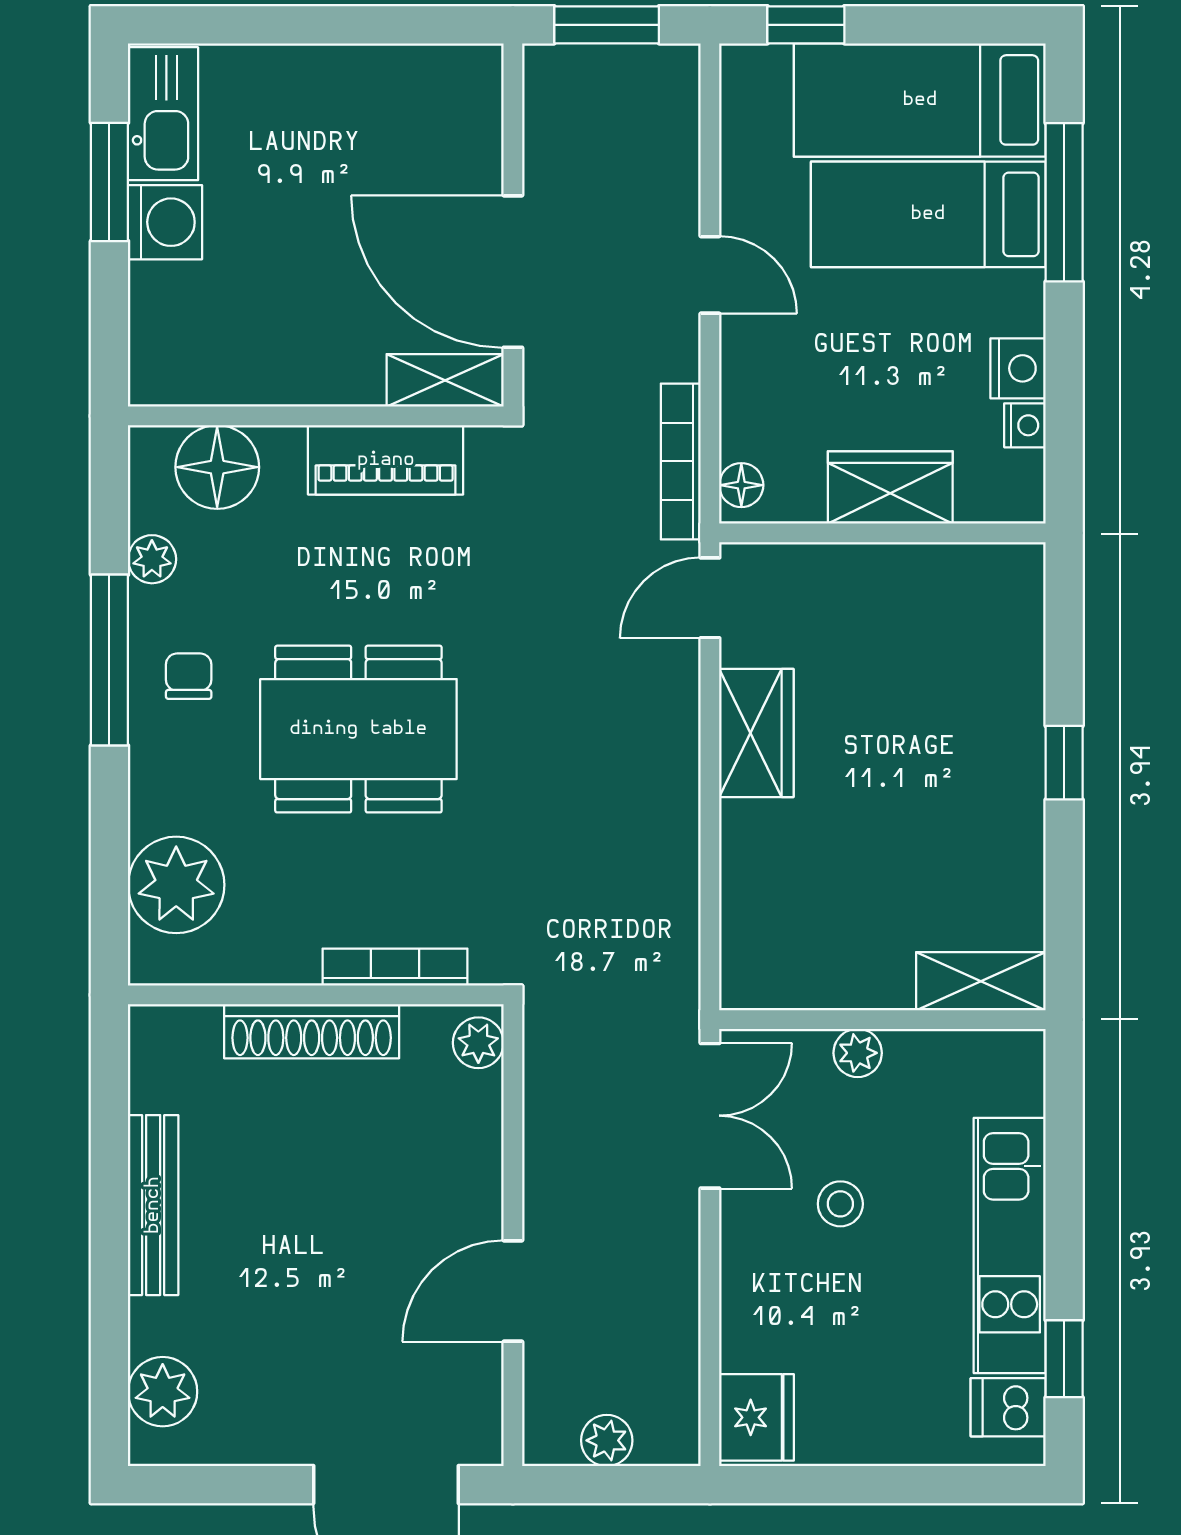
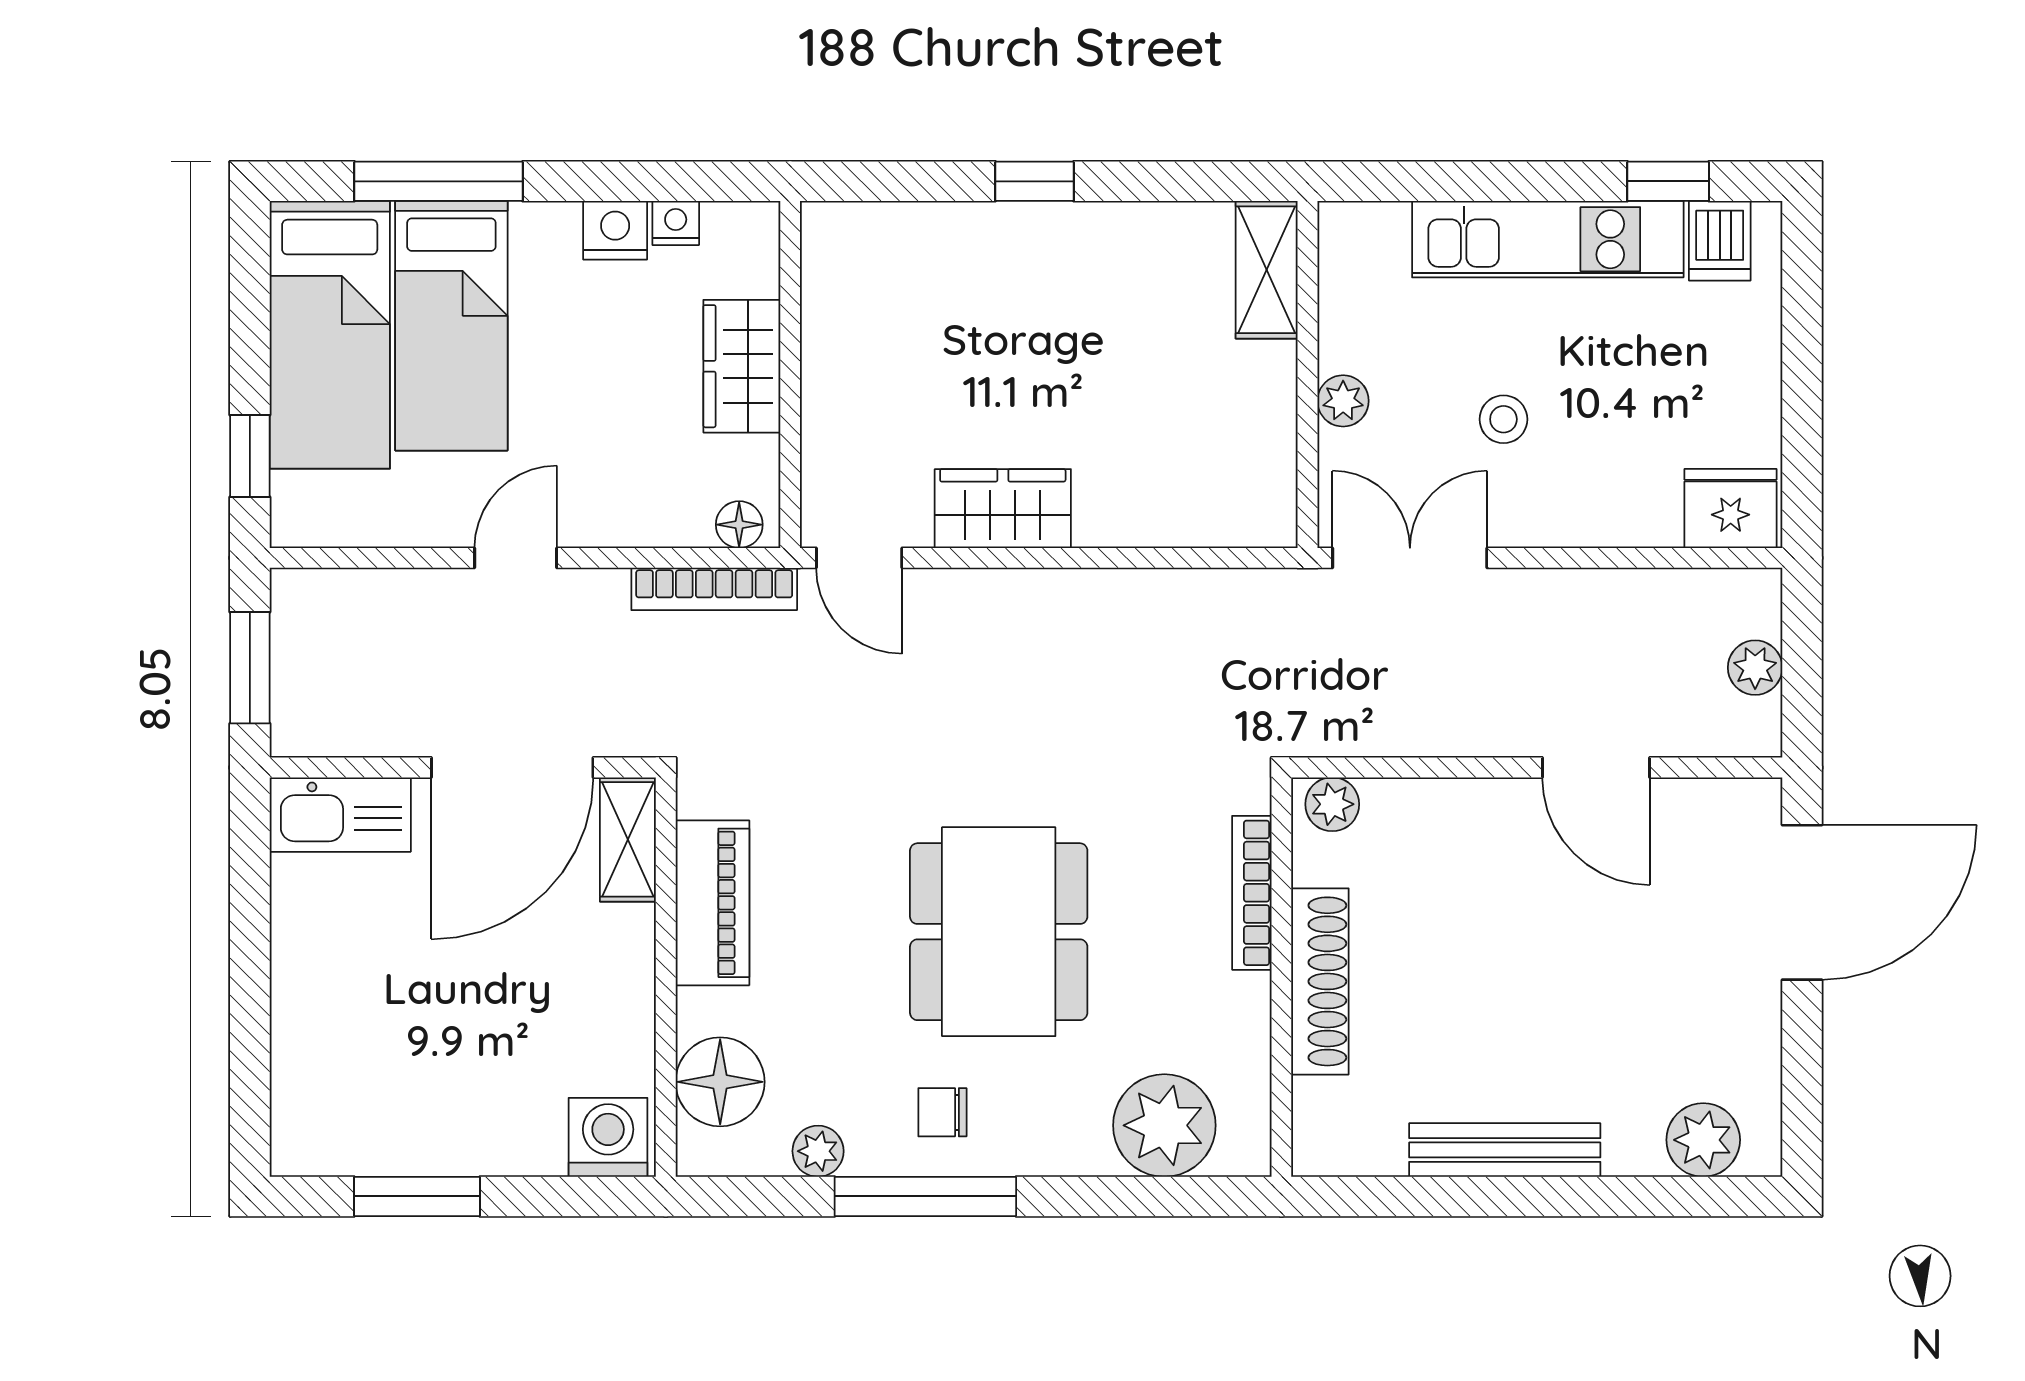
kitchen sink: (163, 114) -> (340, 815), moved, turned 180
washing machine: (165, 222) -> (608, 1137), moved

